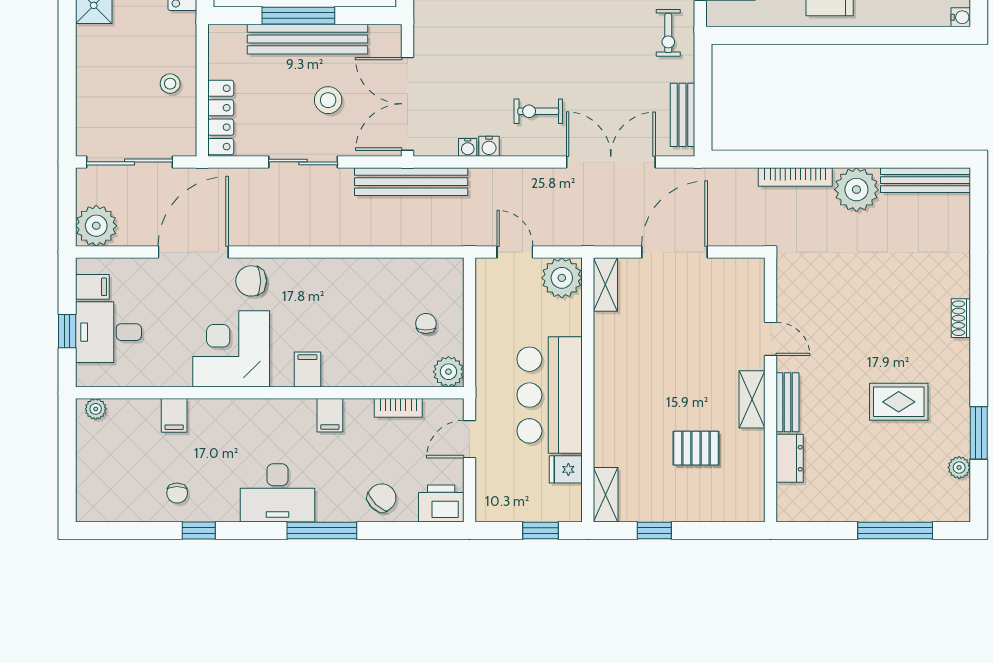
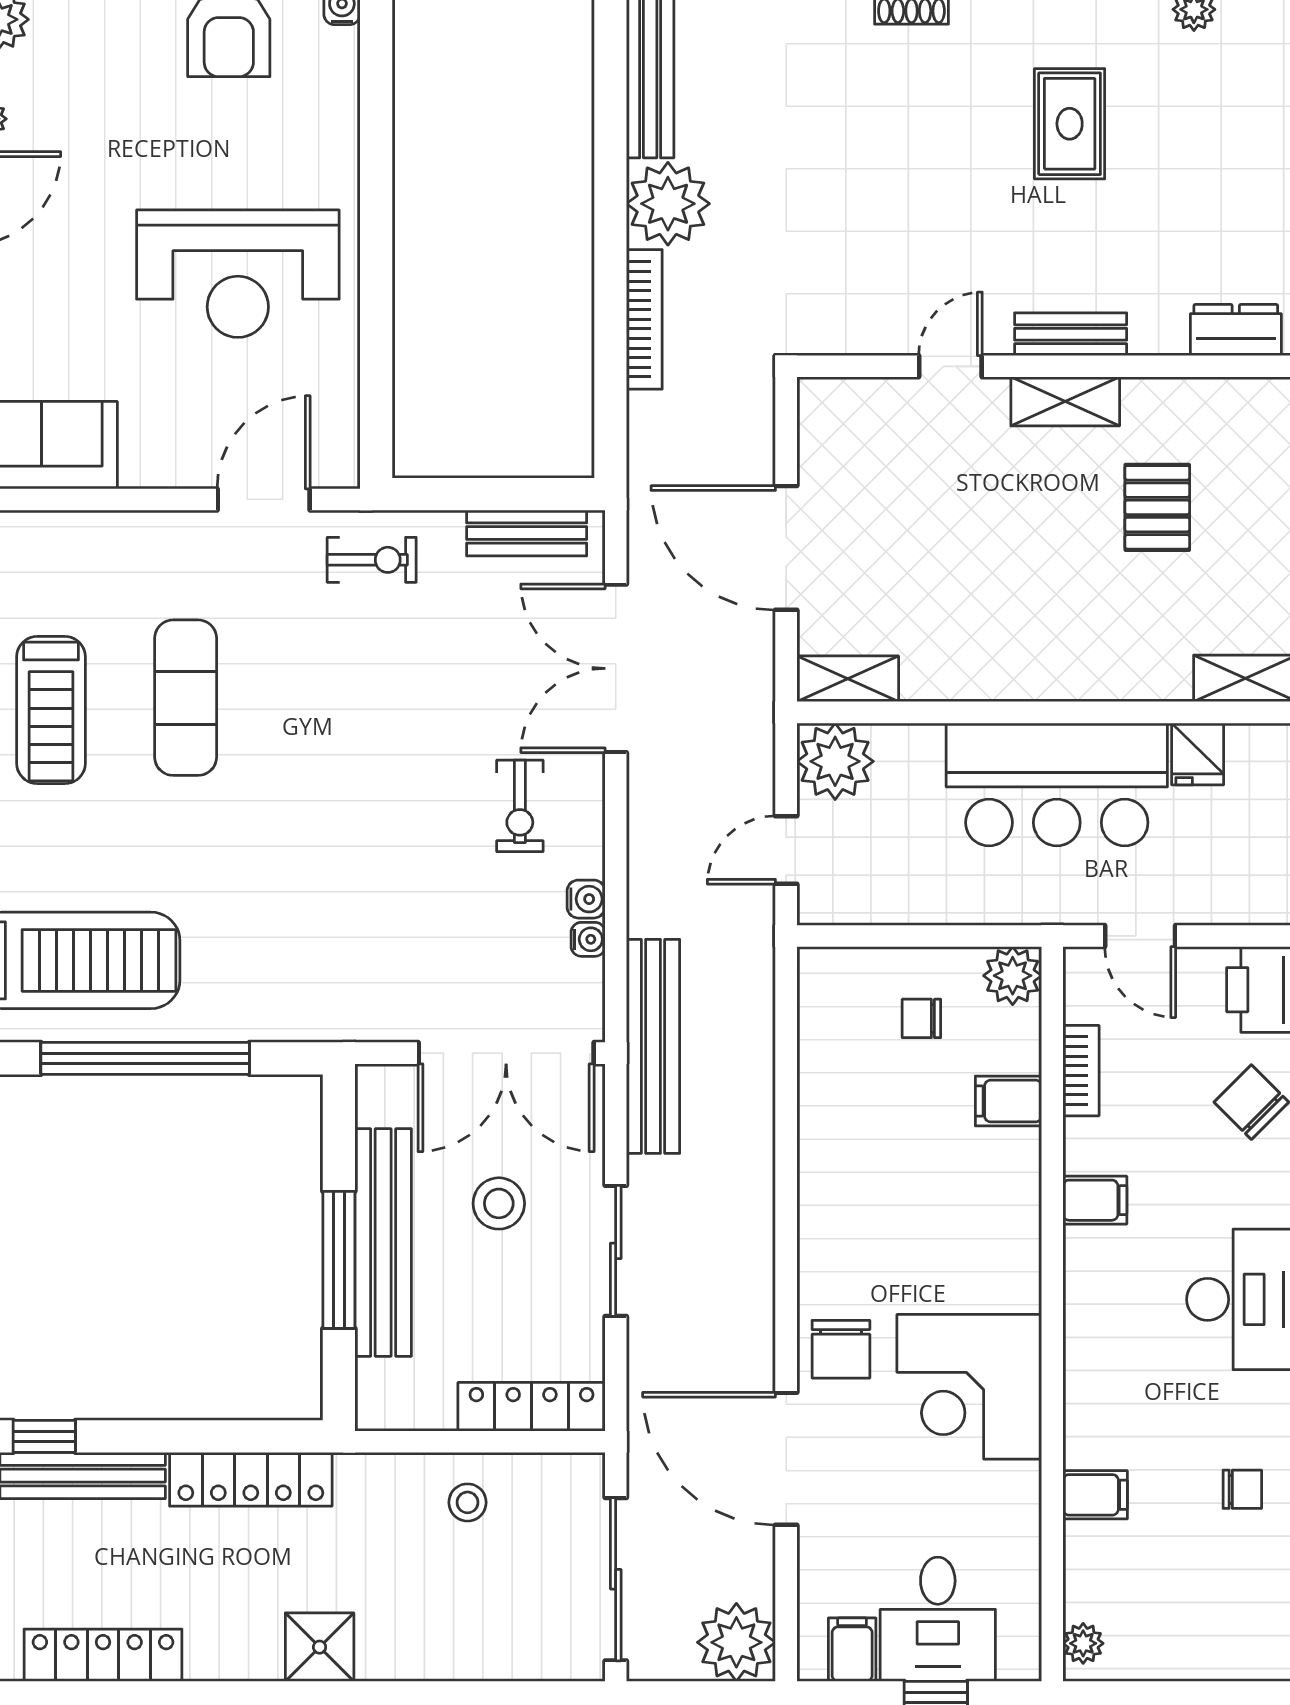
filing cabinet: (307, 369) -> (1008, 1101), moved
dresser: (790, 458) -> (1236, 330), moved

